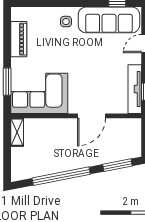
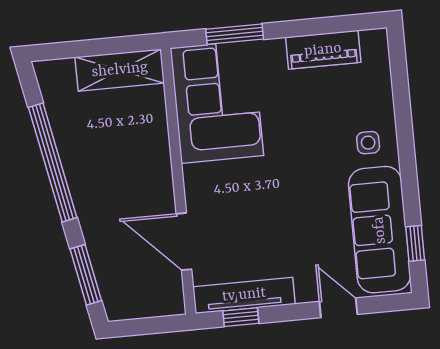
door: (92, 116) -> (184, 242), moved
shelving: (17, 132) -> (120, 70), width x1.50, depth x1.33

